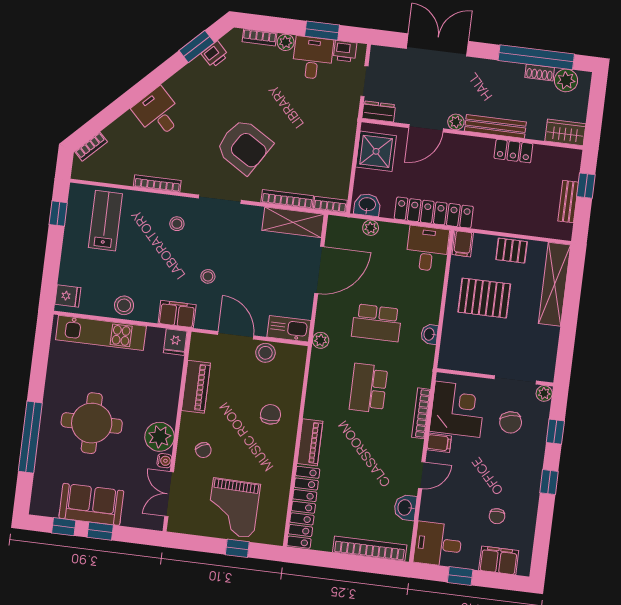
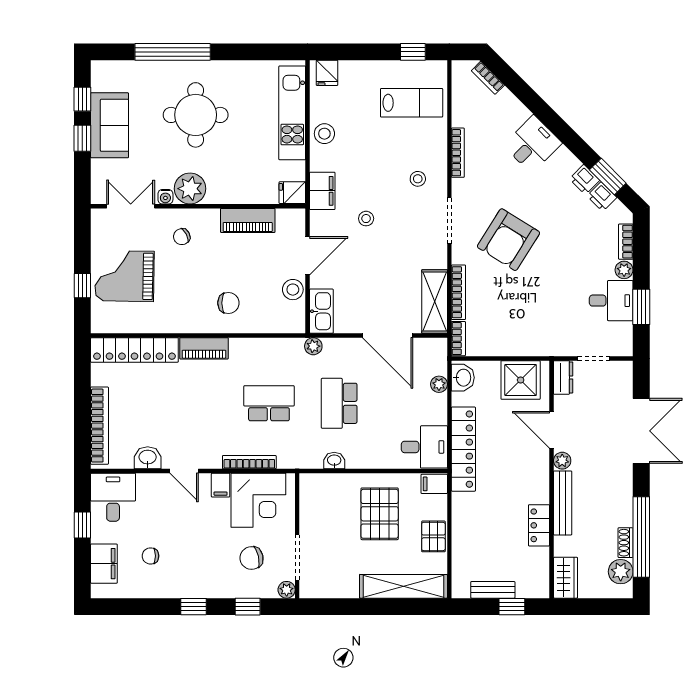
printer: (345, 51) -> (584, 180), moved, turned -45

